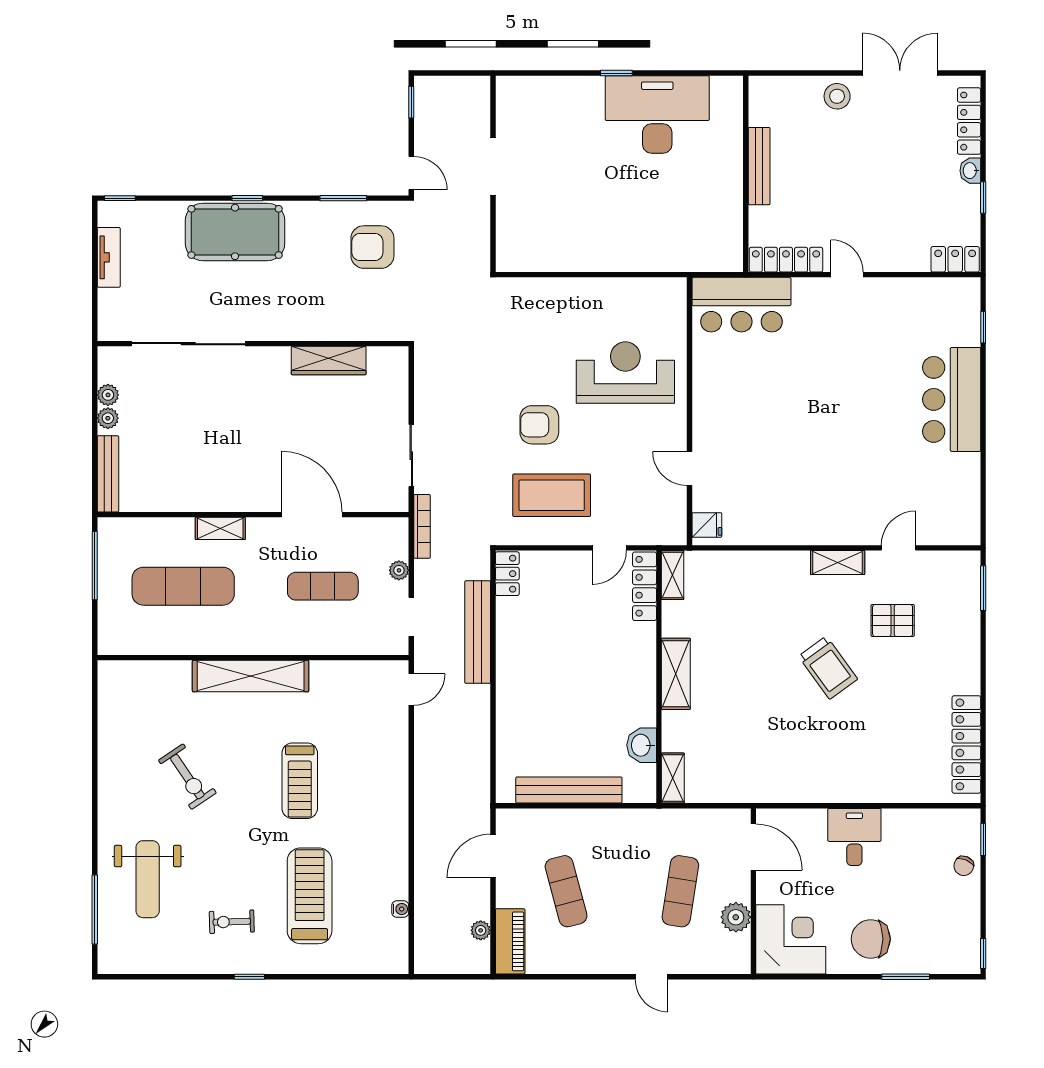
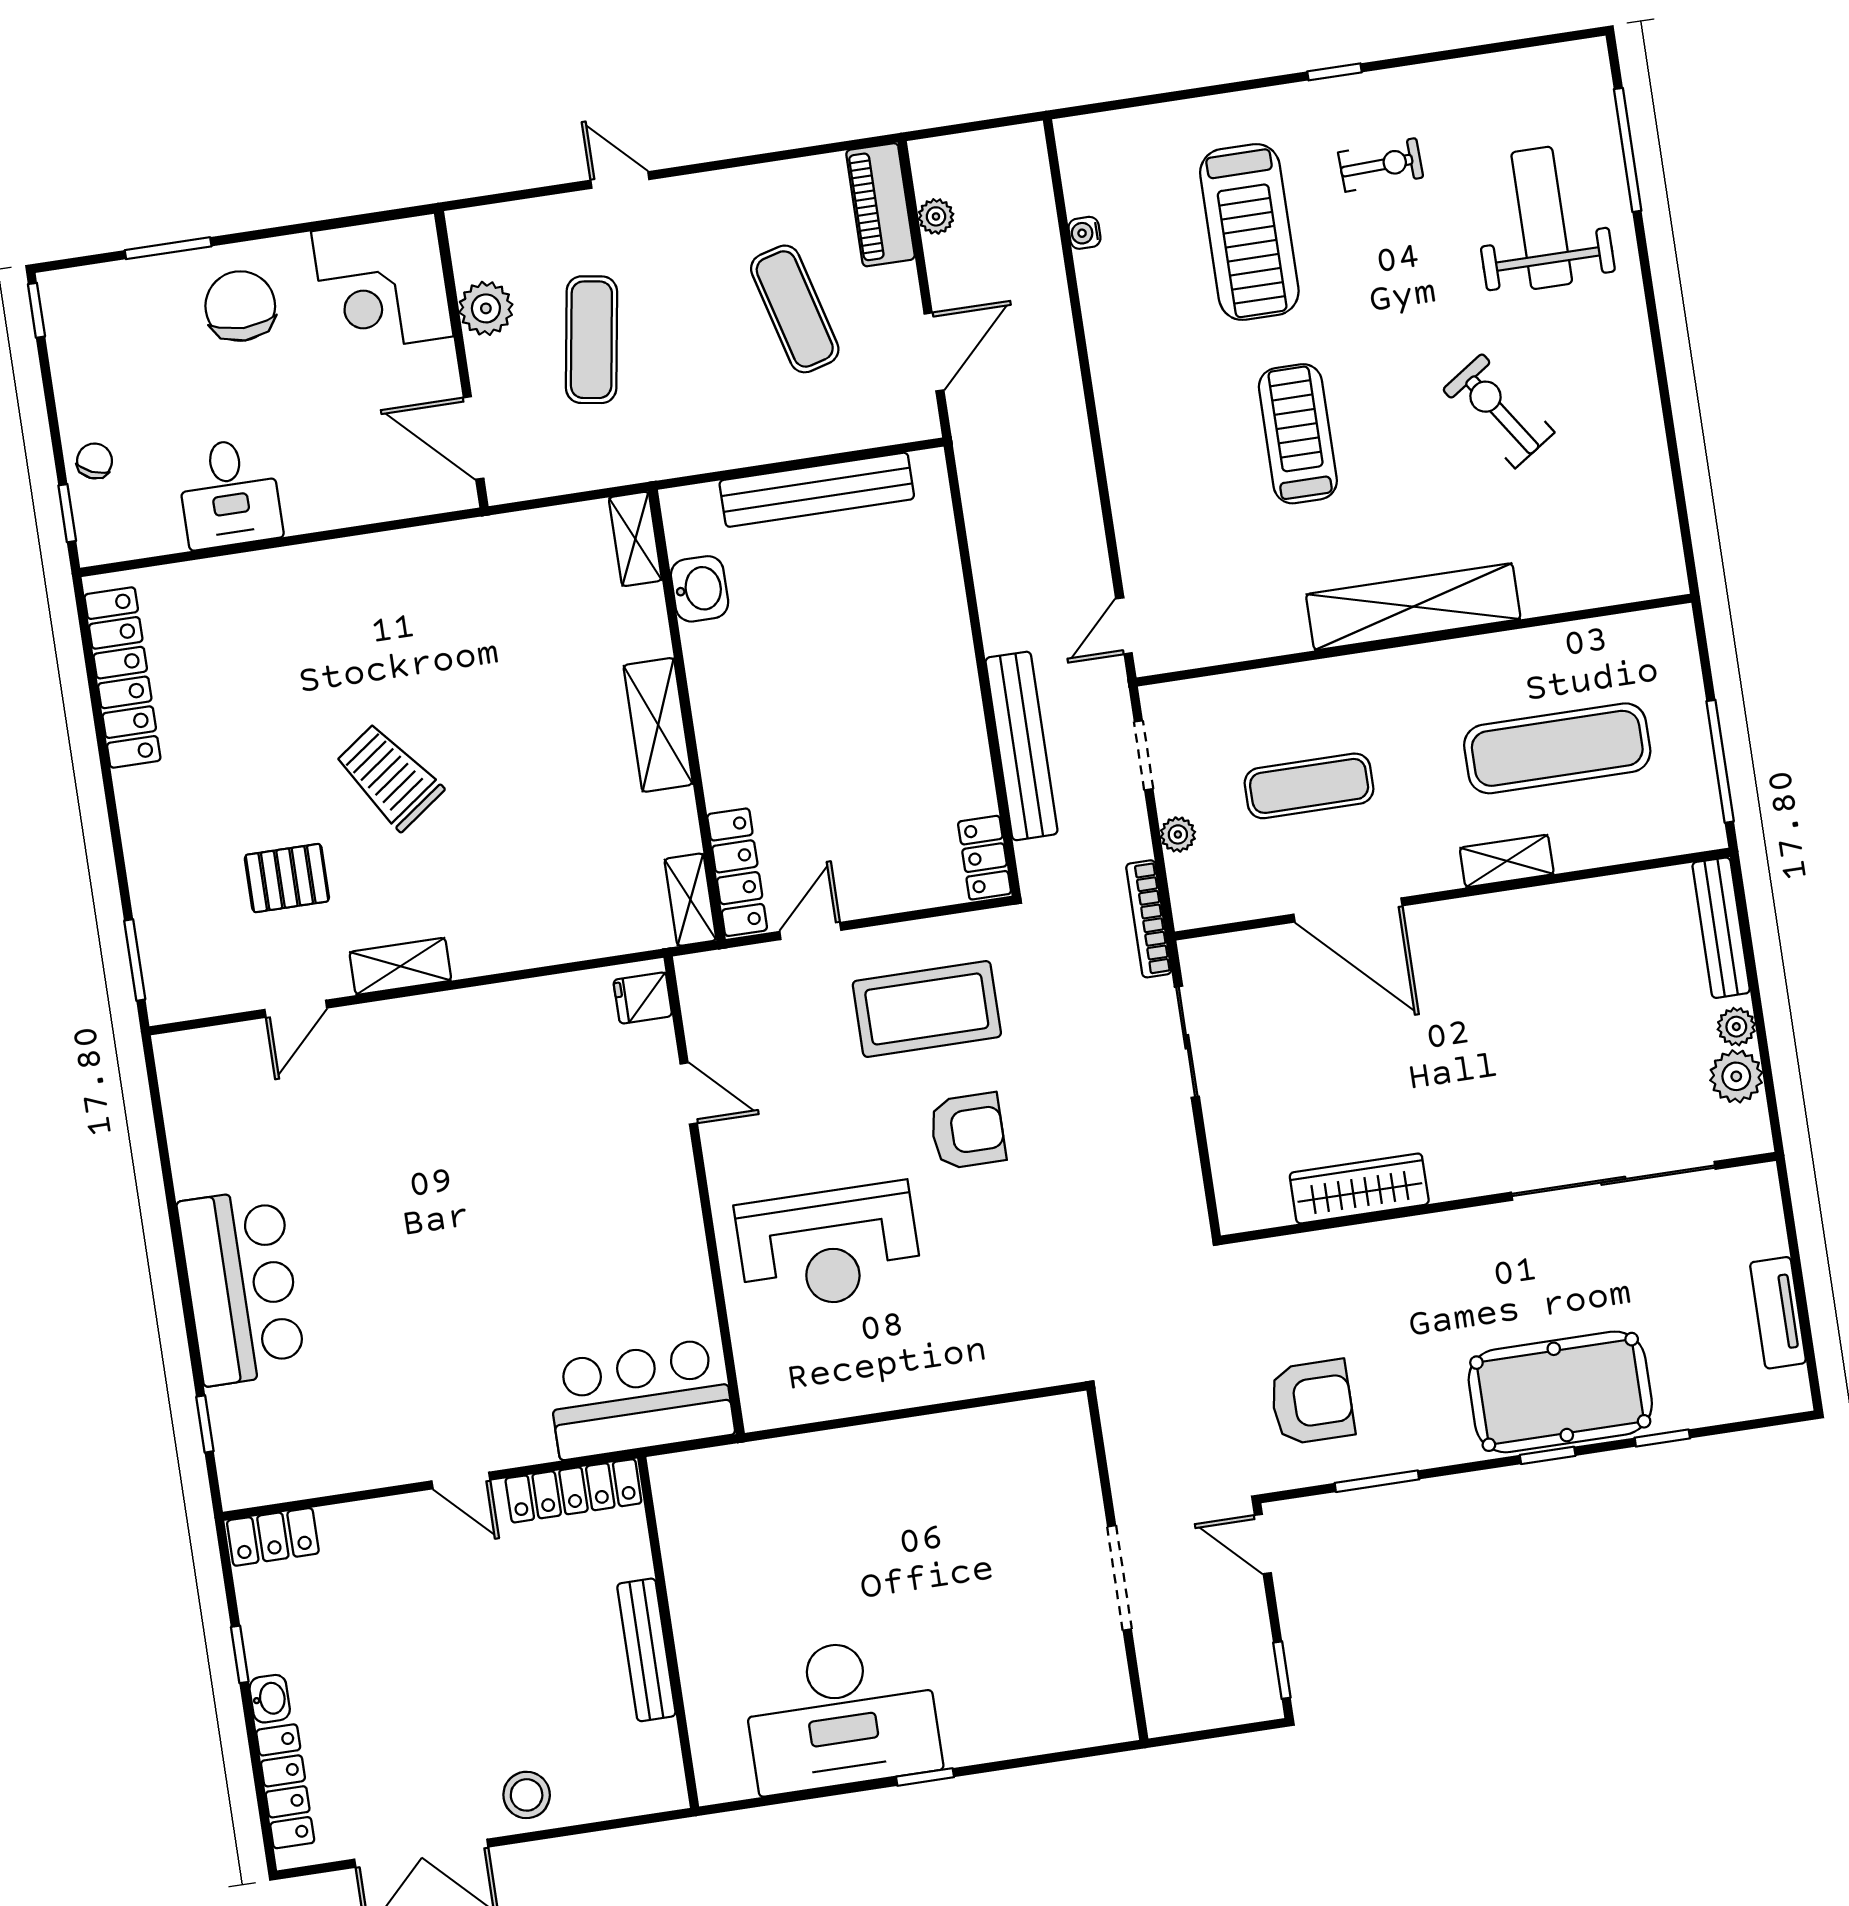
window: (120, 198) -> (1662, 1438), moved
plant: (108, 395) -> (1736, 1076), width x1.38, depth x1.38
desk: (854, 837) -> (229, 493), moved
chair: (871, 939) -> (240, 306), turned -90

